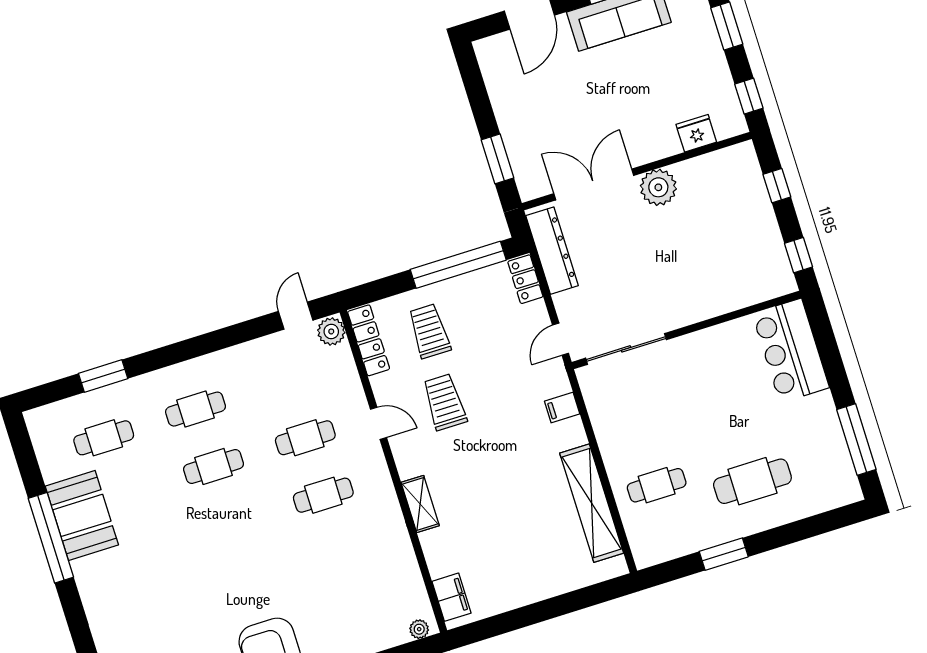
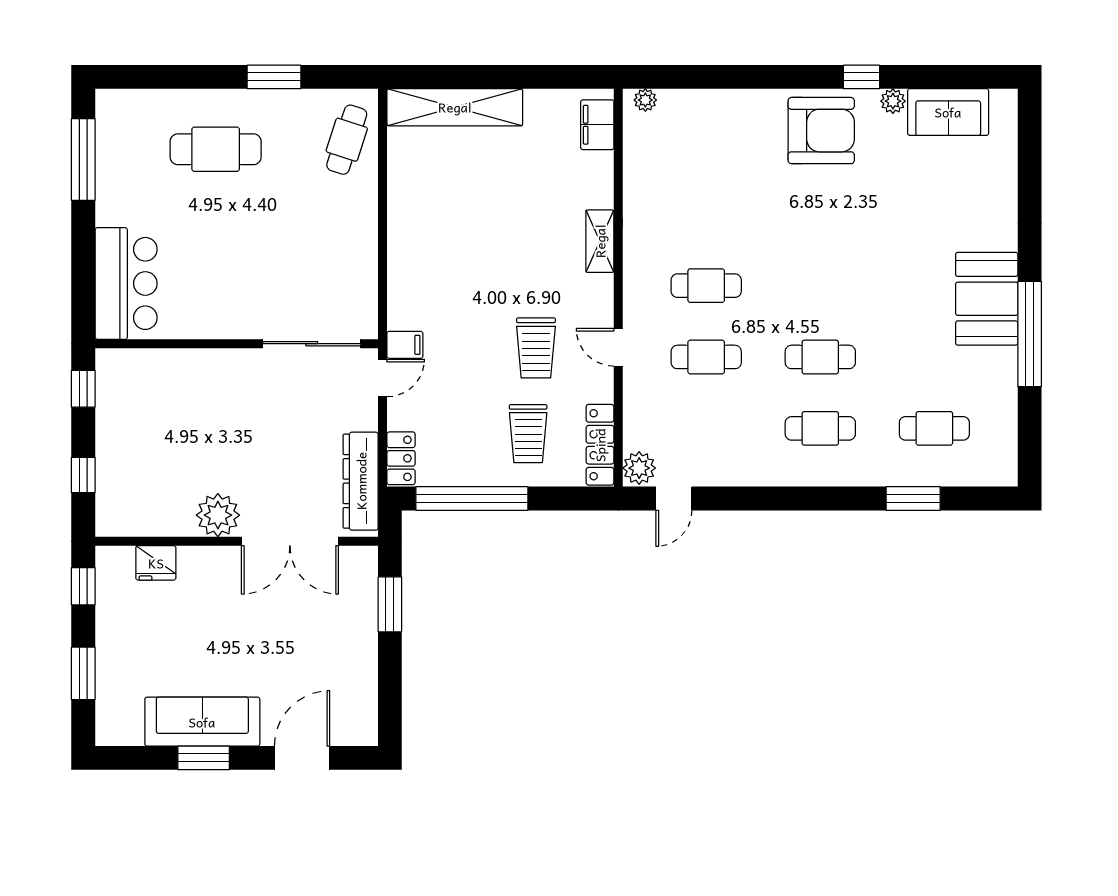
filing cabinet: (562, 408) -> (405, 345), moved
cafe table: (657, 485) -> (347, 140), moved, turned -72
shelving: (592, 503) -> (455, 107), moved, turned 90
booth: (82, 515) -> (987, 299), moved

